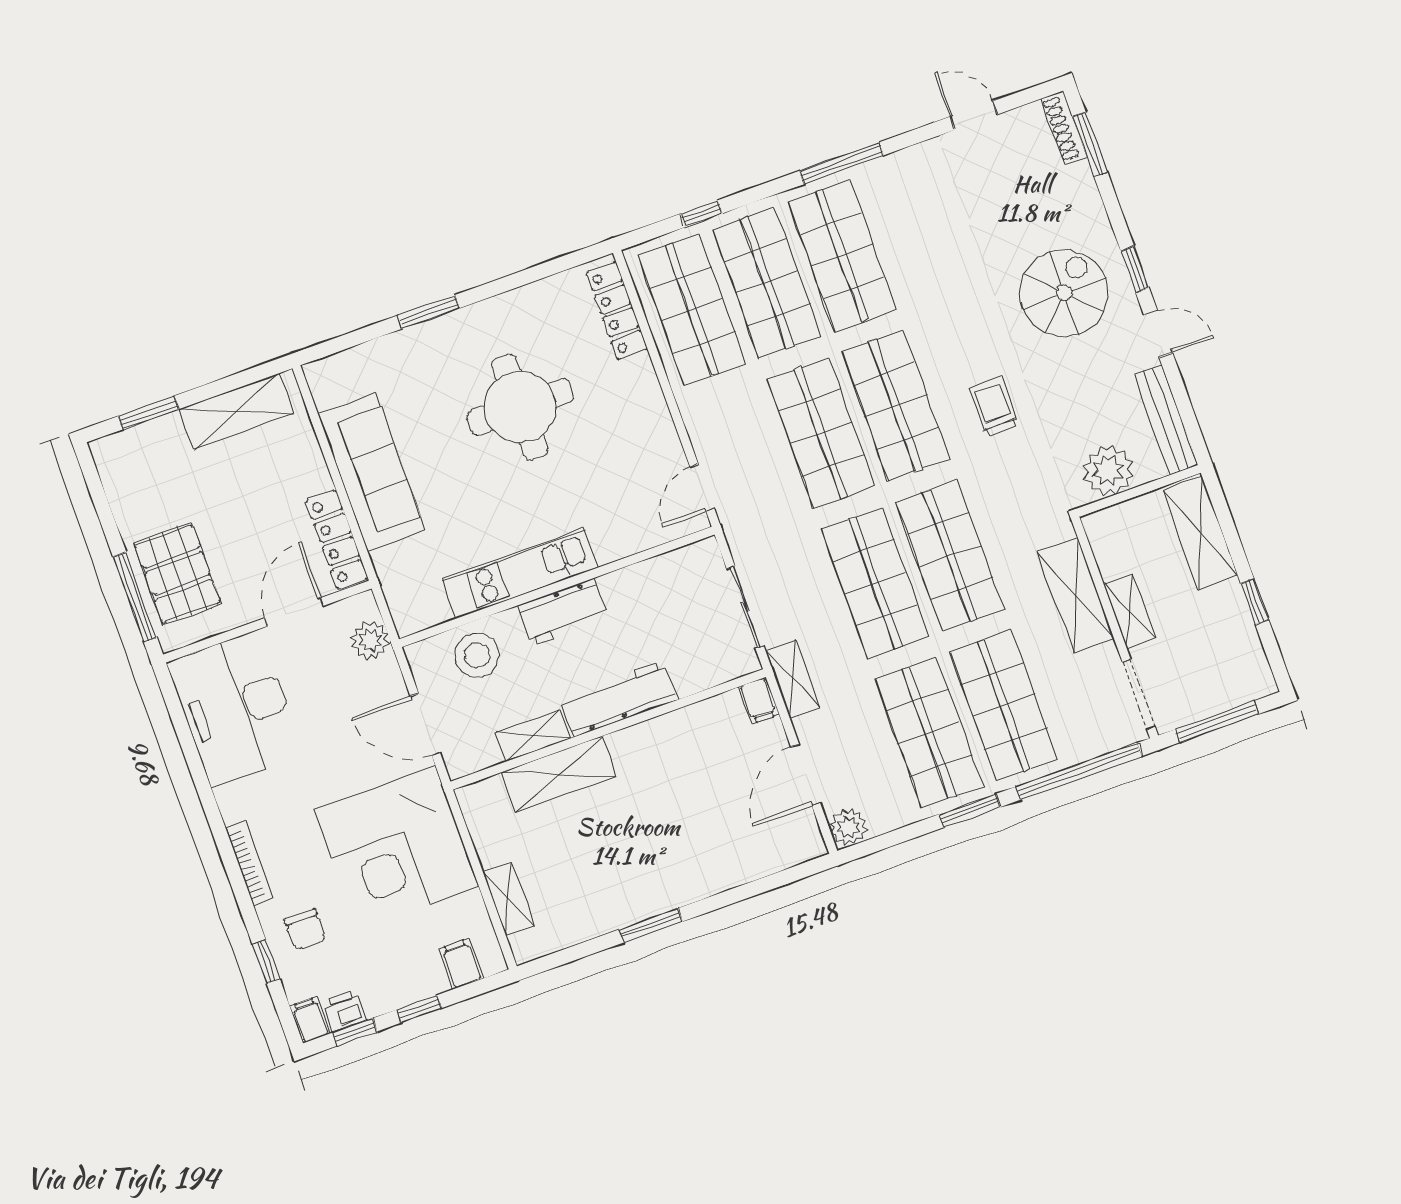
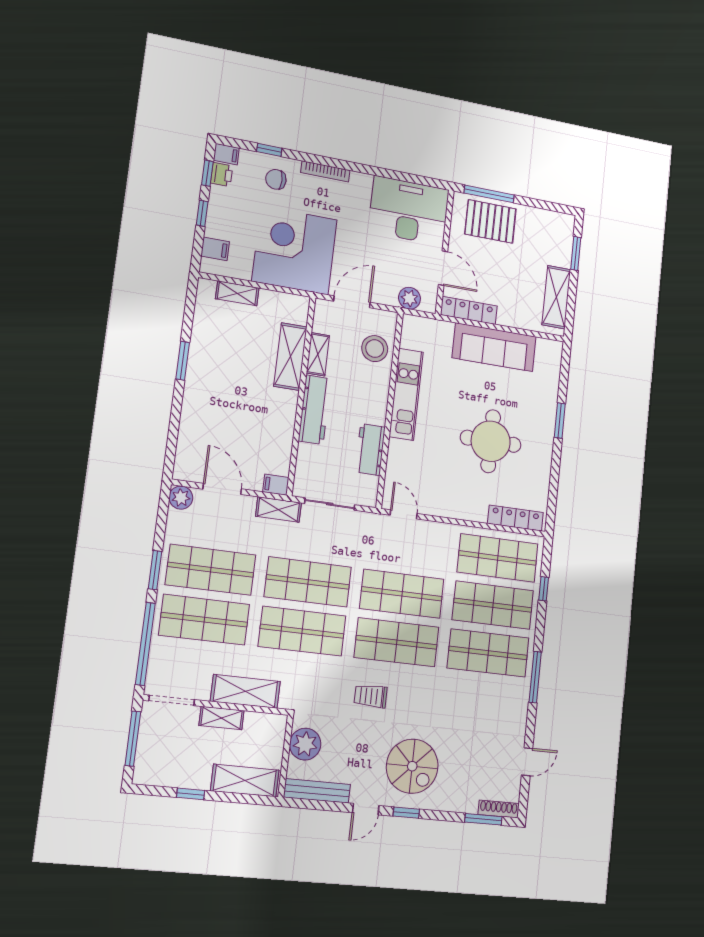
trolley: (993, 407) -> (371, 696), turned 180
workbench: (563, 612) -> (370, 450), moved

